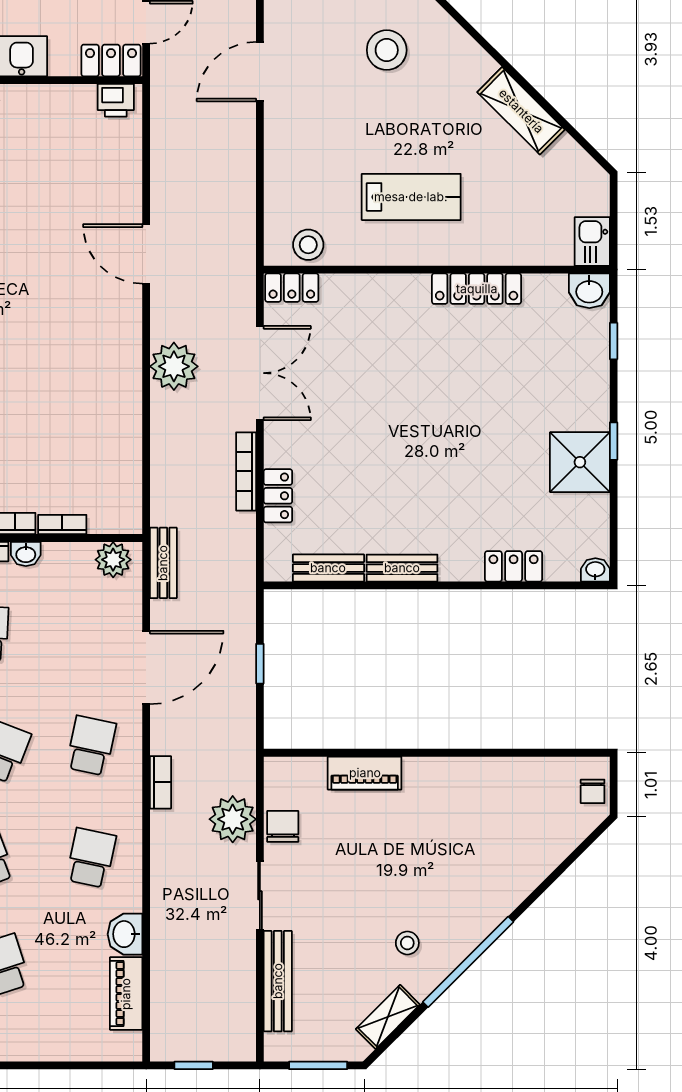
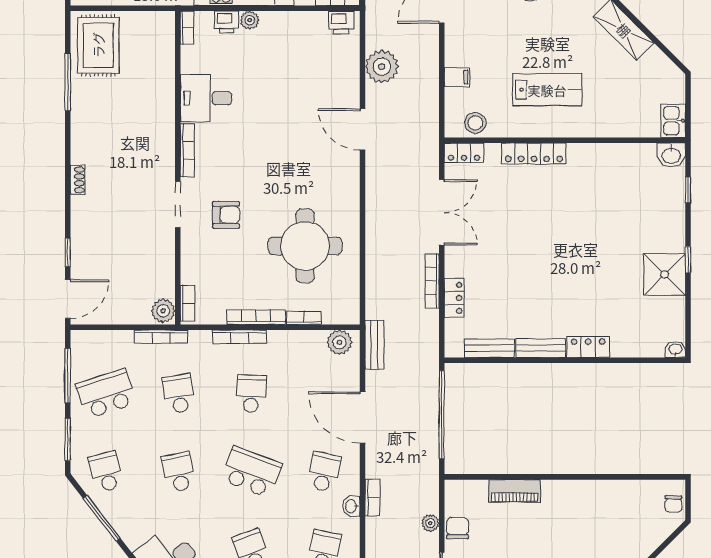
filing cabinet: (282, 179) -> (457, 77), added
locker: (477, 289) -> (534, 154), moved
plant: (174, 366) -> (382, 67), moved
round table: (64, 421) -> (305, 246), added
washbasin: (26, 554) -> (351, 506), moved, turned 90
locker: (514, 566) -> (588, 347), moved
window: (260, 664) -> (442, 415), width x3.17
door: (146, 667) -> (362, 417), swing flipped
plant: (233, 819) -> (430, 523), width x0.53, depth x0.53

